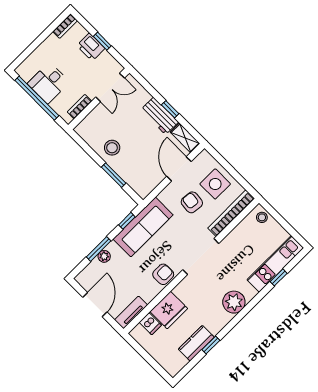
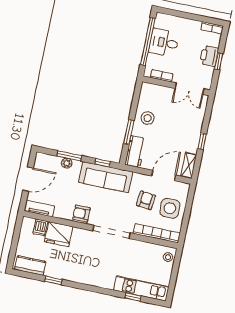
workbench: (160, 116) -> (135, 152), moved, turned 180
armchair: (163, 274) -> (81, 214), turned 180
plant: (234, 302) -> (95, 277), removed
kitchen counter: (196, 343) -> (30, 266), moved

